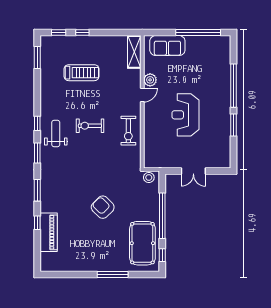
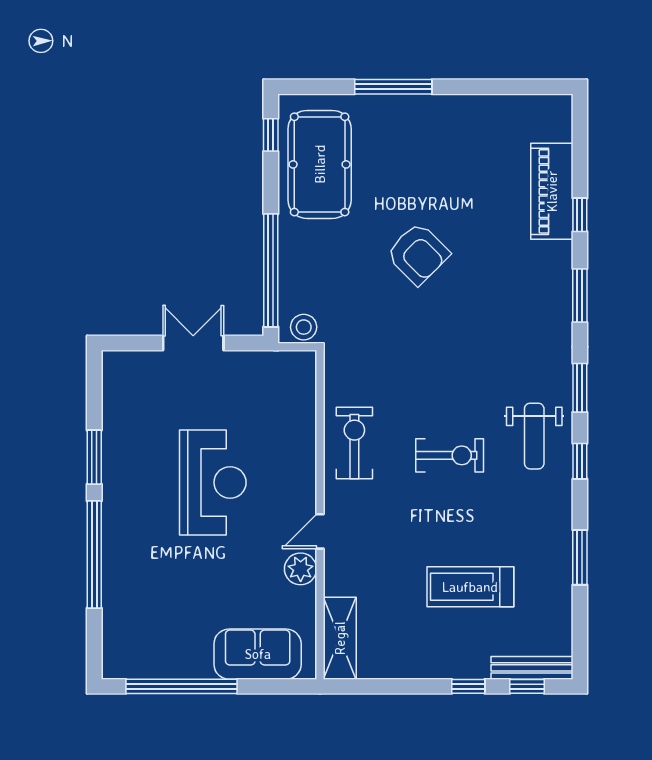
bench: (57, 40) -> (532, 668), added
window: (37, 57) -> (580, 557), moved
window: (162, 216) -> (271, 270), moved

